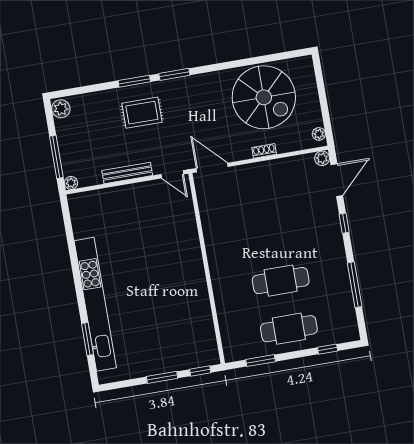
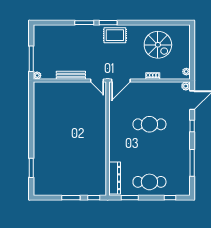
spiral stairs: (264, 97) -> (158, 45), width x0.73, depth x0.73
plant: (61, 109) -> (39, 31), removed
rug: (142, 113) -> (115, 35), moved
door: (212, 168) -> (121, 81), swing flipped
cafe table: (281, 281) -> (149, 124), moved
kitchen unit: (95, 304) -> (39, 148), removed
dresser: (230, 332) -> (115, 178), added

